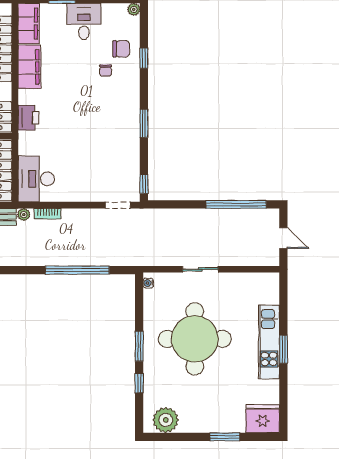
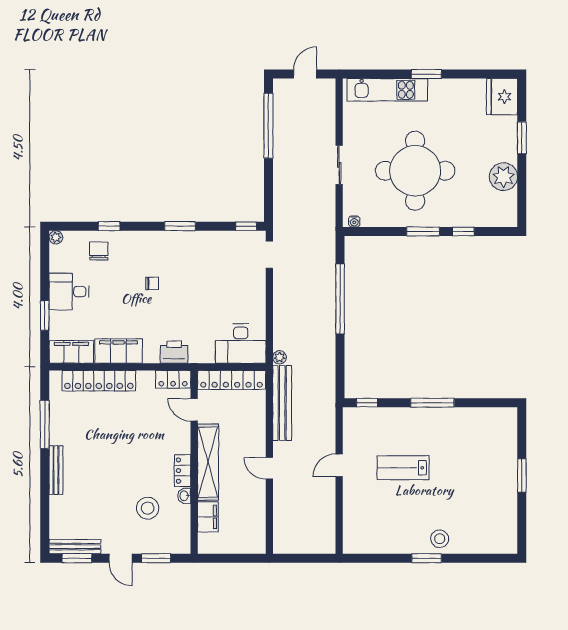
chair: (105, 71) -> (152, 283), moved
bookcase: (48, 214) -> (279, 331), removed
kitchen unit: (269, 342) -> (387, 90), moved
plant: (166, 420) -> (503, 177), moved

